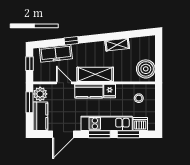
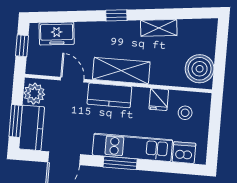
window: (71, 41) -> (116, 15), moved
freezer: (56, 53) -> (57, 34), width x0.71
fridge: (110, 91) -> (159, 99), moved
window: (30, 102) -> (16, 121), moved
window: (128, 134) -> (164, 167), removed

